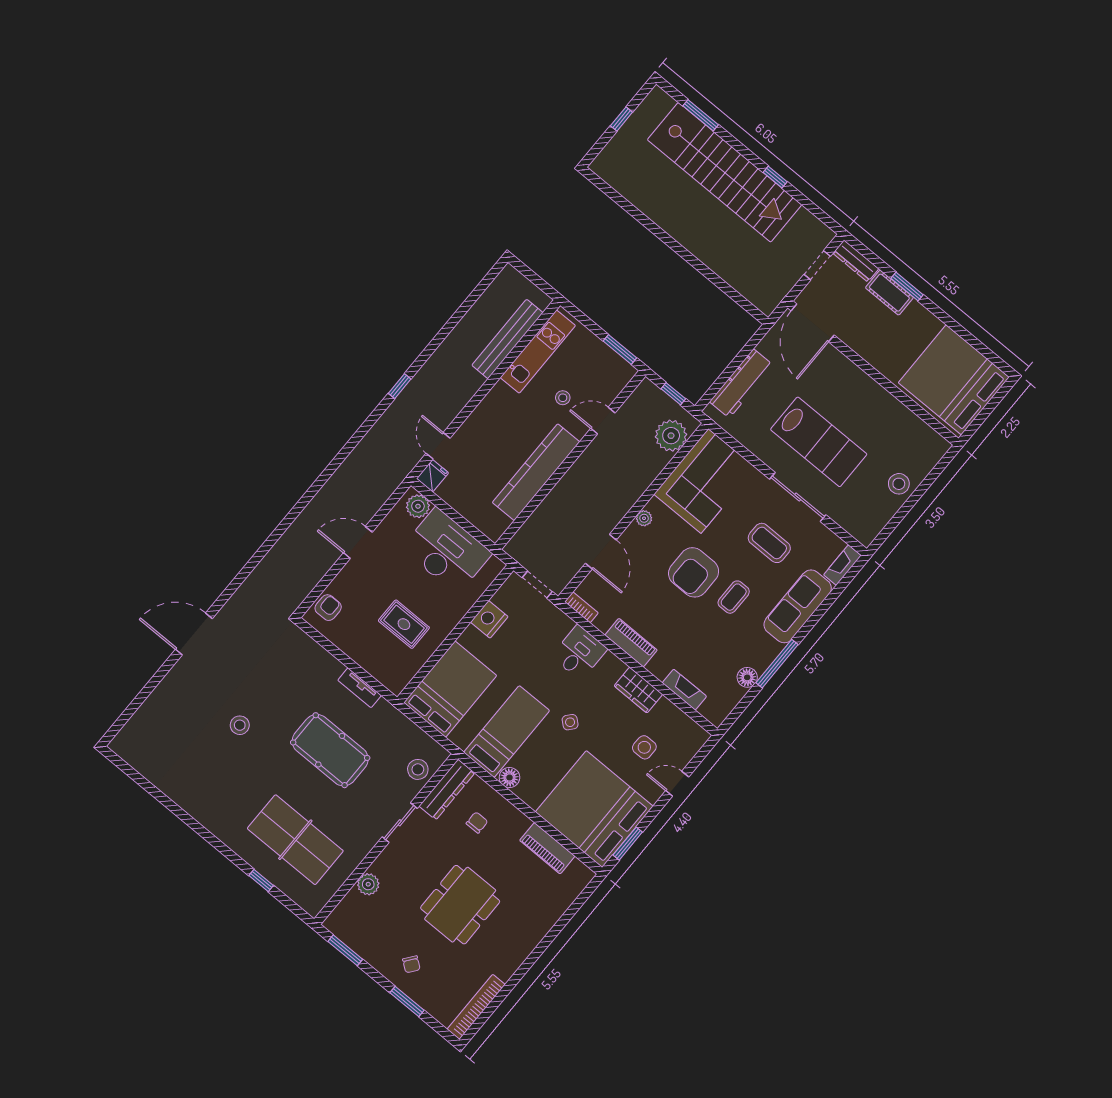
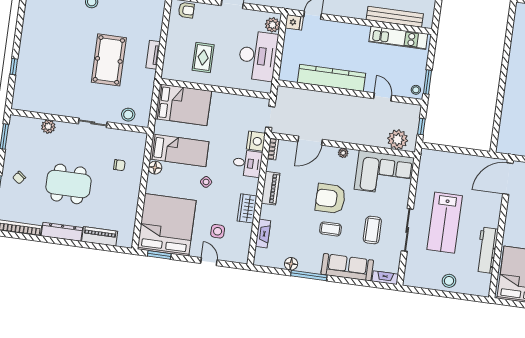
workbench: (741, 383) -> (487, 250), moved, turned 90
stool: (563, 398) -> (416, 90), moved
nightstand: (489, 619) -> (256, 141), moved, turned 90
dresser: (447, 789) -> (62, 232), moved, turned 180
table tennis table: (295, 840) -> (48, 71), removed
piano: (547, 848) -> (100, 236), moved, turned 90

